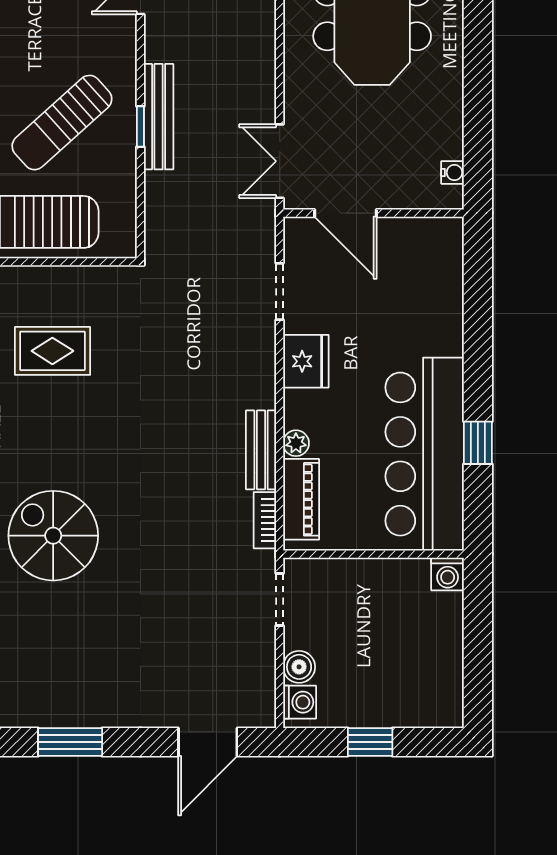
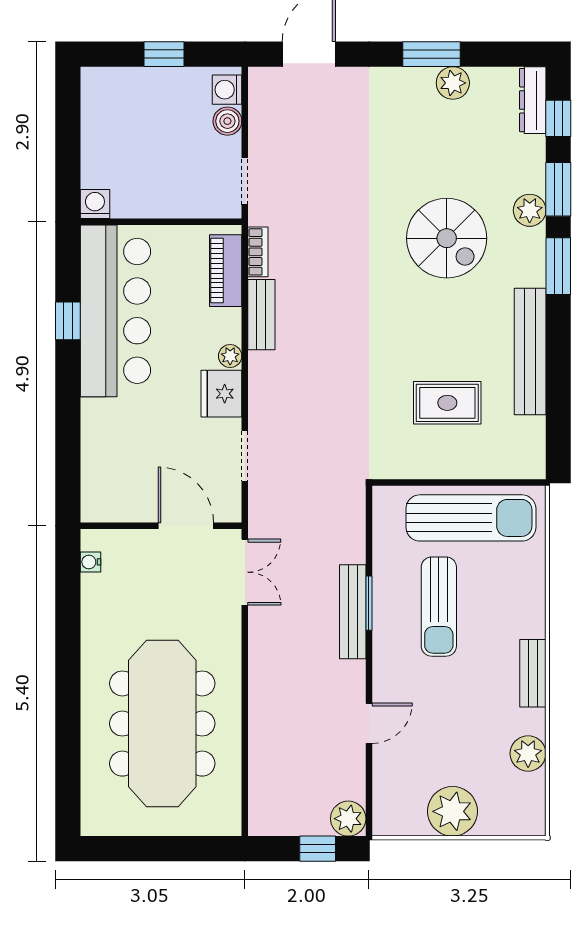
sun lounger: (62, 123) -> (439, 607), turned 132
window: (140, 126) -> (369, 603), width x1.50
plant: (296, 443) -> (230, 356), moved
plant: (46, 710) -> (453, 83), added

